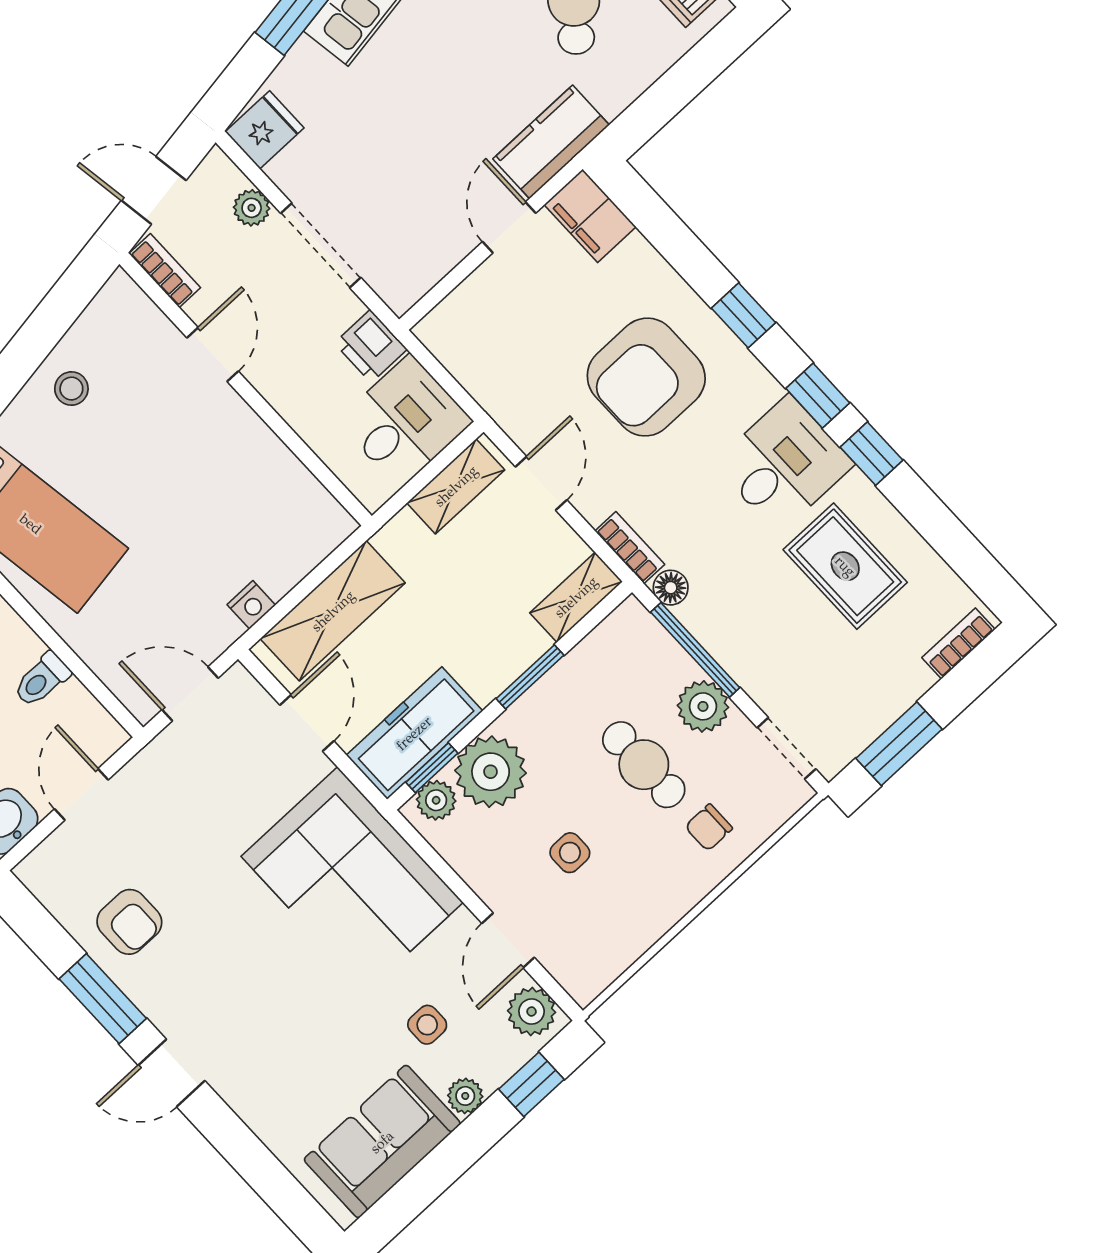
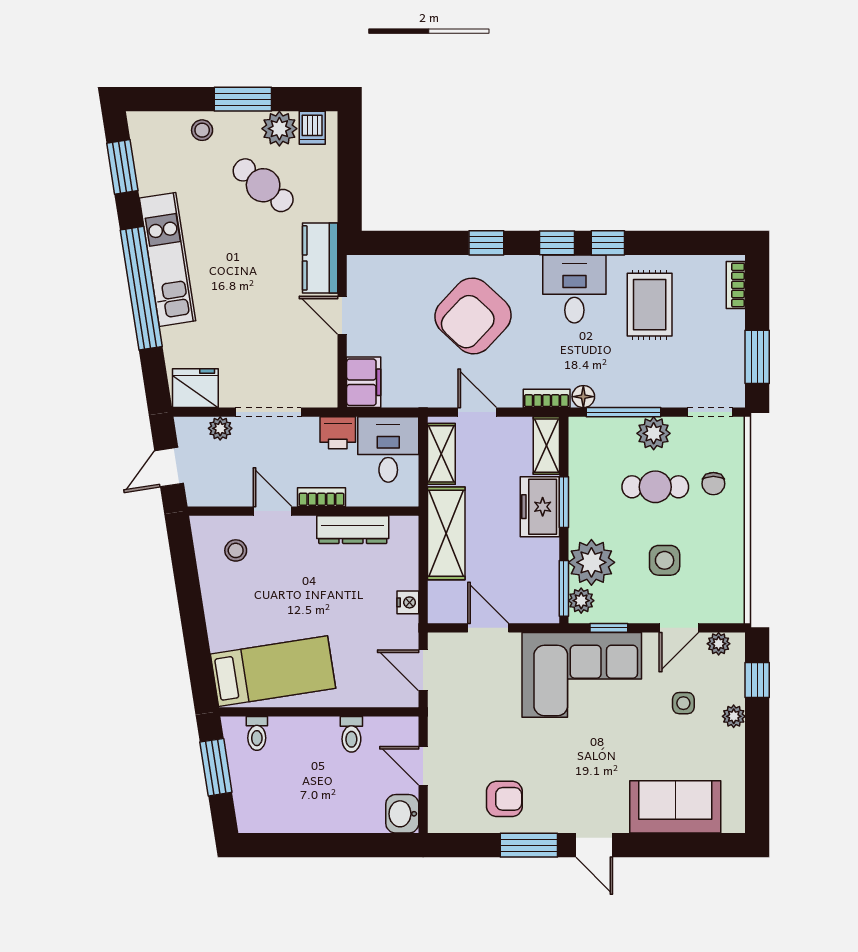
fridge: (265, 130) -> (195, 388), width x1.38
filing cabinet: (590, 216) -> (364, 382), moved, turned -90
bookcase: (165, 271) -> (321, 497), moved
armchair: (646, 377) -> (473, 316), turned 43
stool: (71, 389) -> (236, 550), moved
dresser: (276, 465) -> (353, 530), added
rug: (845, 566) -> (650, 305), turned 90
shelving: (333, 611) -> (446, 533), moved
door: (190, 694) -> (423, 670), hinge flipped
freezer: (414, 733) -> (540, 507), moved, width x0.71
window: (432, 768) -> (564, 588), width x1.50
side table: (570, 853) -> (665, 560), width x1.37, depth x1.37
window: (434, 861) -> (609, 628), added
door: (508, 940) -> (679, 628), hinge flipped
plant: (532, 1012) -> (719, 644), width x0.73, depth x0.73
door: (172, 1073) -> (594, 845), hinge flipped
sofa: (382, 1142) -> (675, 807), moved, turned 90

